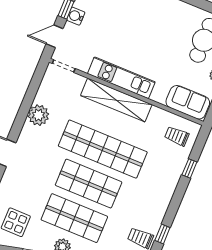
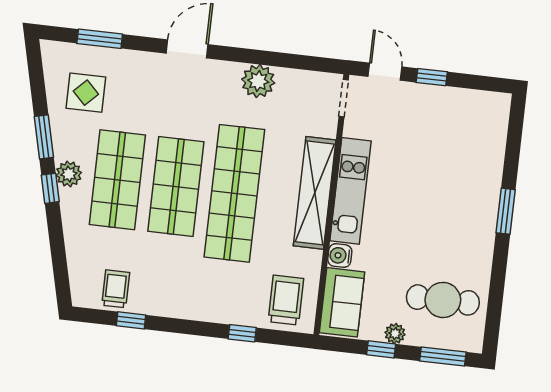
water cooler: (76, 16) -> (340, 256), moved, turned -90
trolley: (177, 136) -> (286, 300), width x1.36, depth x1.39

